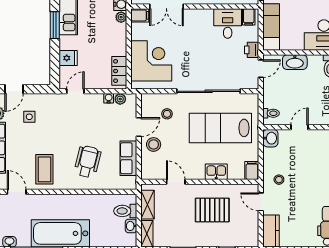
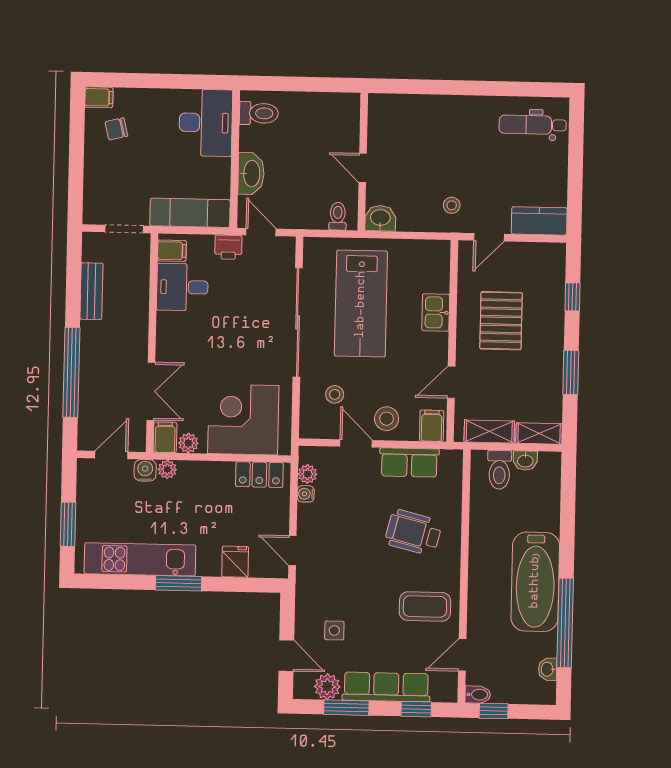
plant: (137, 29) -> (188, 443), added
filing cabinet: (252, 170) -> (432, 426), moved, turned 90

